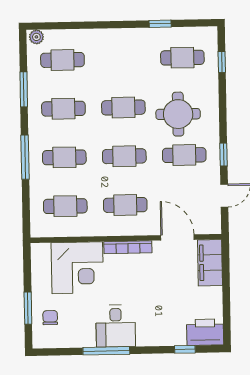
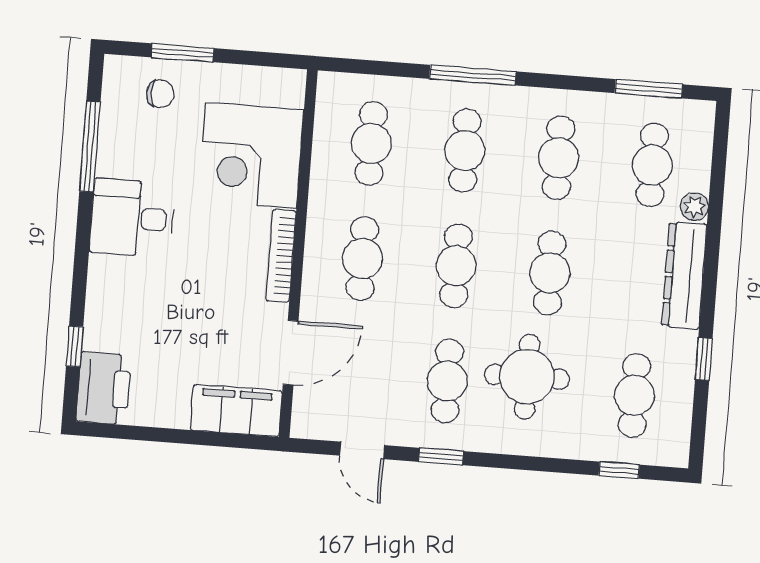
plant: (36, 37) -> (694, 207), moved
dresser: (118, 38) -> (684, 276), added
window: (24, 89) -> (649, 89), moved
window: (106, 351) -> (90, 147), moved

